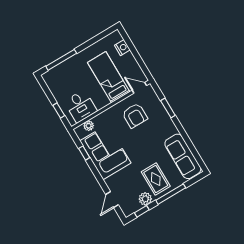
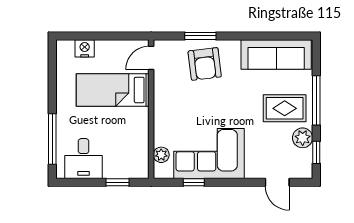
desk: (80, 106) -> (84, 159), moved, turned 90
armchair: (135, 115) -> (205, 64), moved, turned 83

